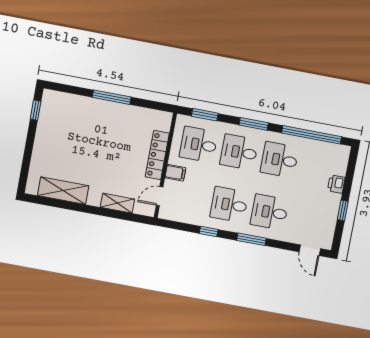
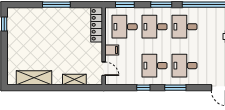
locker: (157, 155) -> (97, 25), moved
door: (160, 196) -> (104, 69), swing flipped

